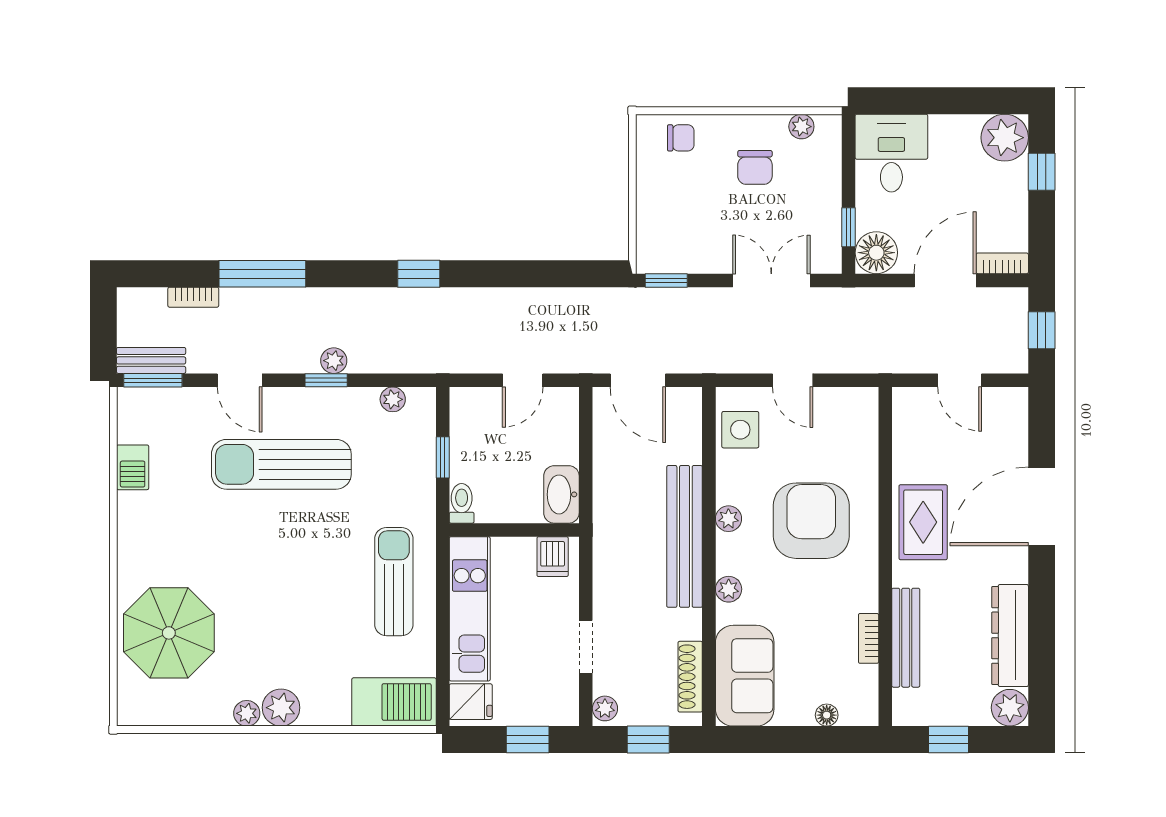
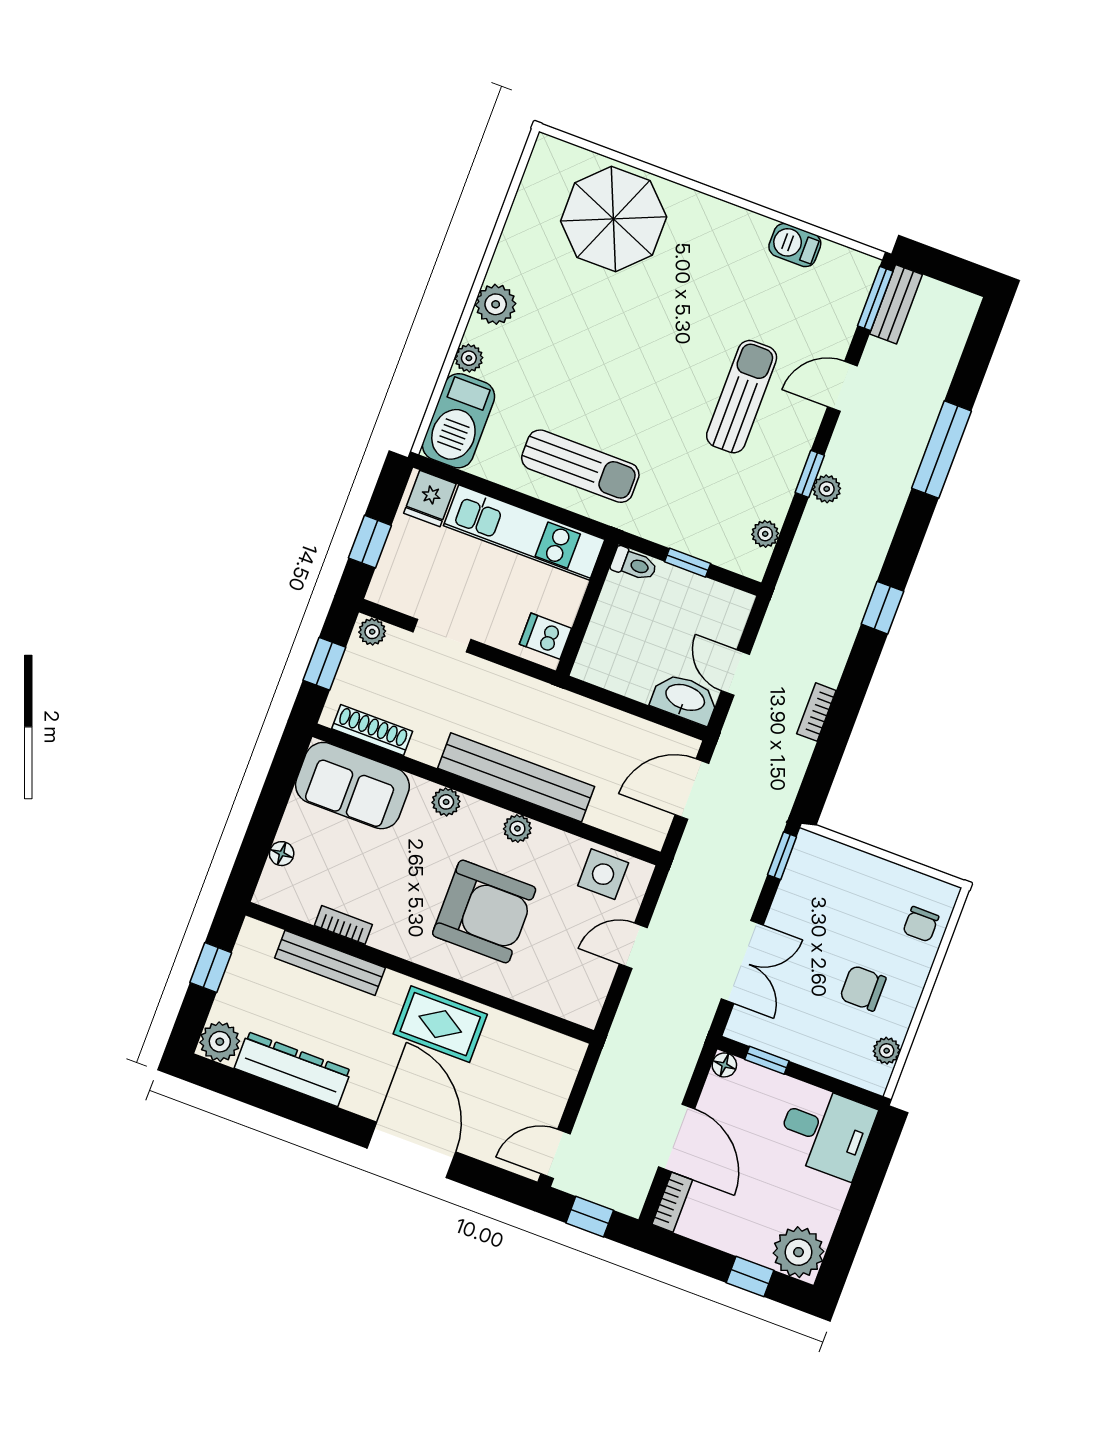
floor lamp: (876, 253) -> (724, 1065), width x0.53, depth x0.53
bookcase: (193, 297) -> (816, 712), moved
door: (960, 380) -> (555, 1154), moved
sun lounger: (281, 464) -> (742, 397), width x0.73, depth x0.75
washbasin: (561, 494) -> (685, 698), moved
plant: (247, 713) -> (469, 358), moved

